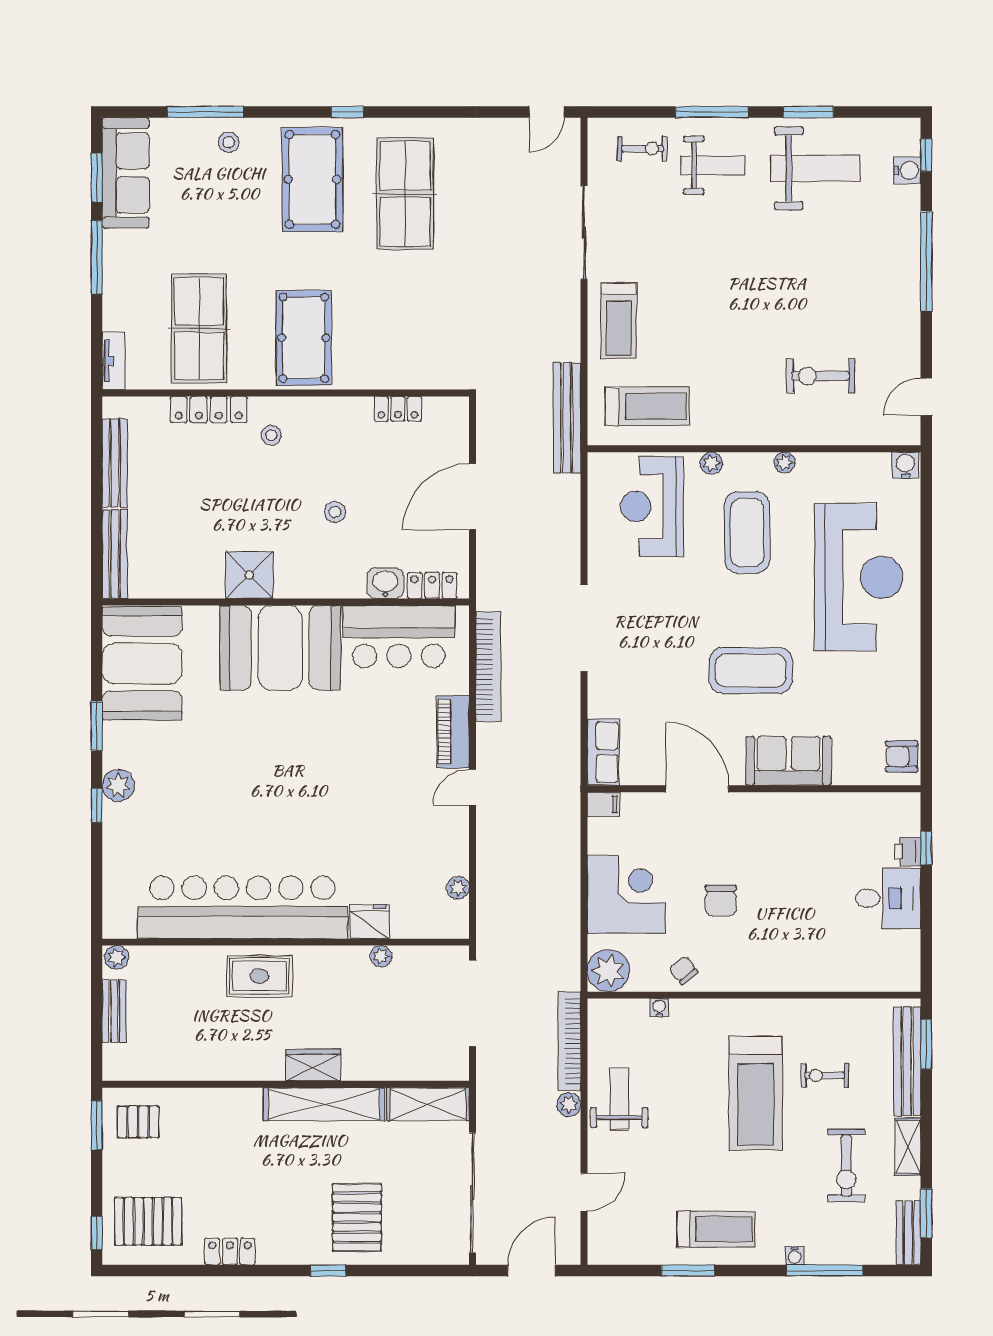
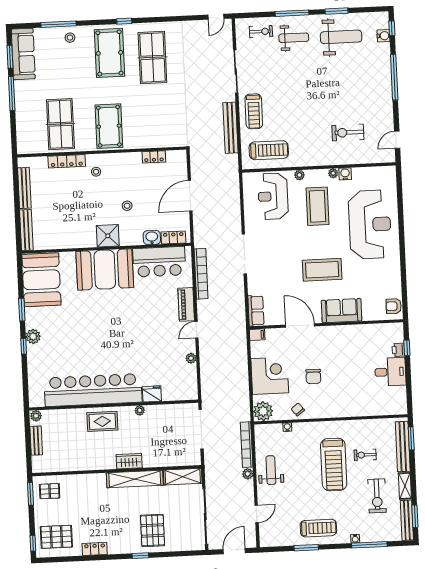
tv unit: (113, 361) -> (22, 141), removed
bench: (567, 418) -> (230, 128), moved
water cooler: (905, 465) -> (345, 174), moved
shower: (249, 575) -> (108, 236), moved
plant: (458, 888) -> (191, 358), moved
plant: (381, 956) -> (140, 410), moved
bench: (908, 1233) -> (407, 520), width x1.36

